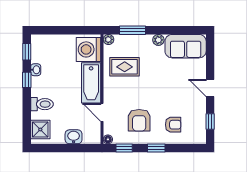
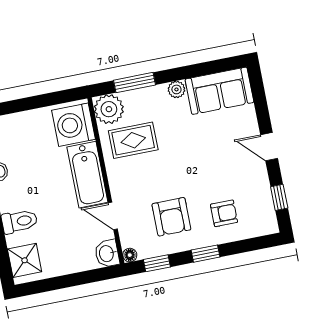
plant: (109, 39) -> (109, 109), width x1.87, depth x1.87
washbasin: (74, 137) -> (107, 253), moved, turned -90

